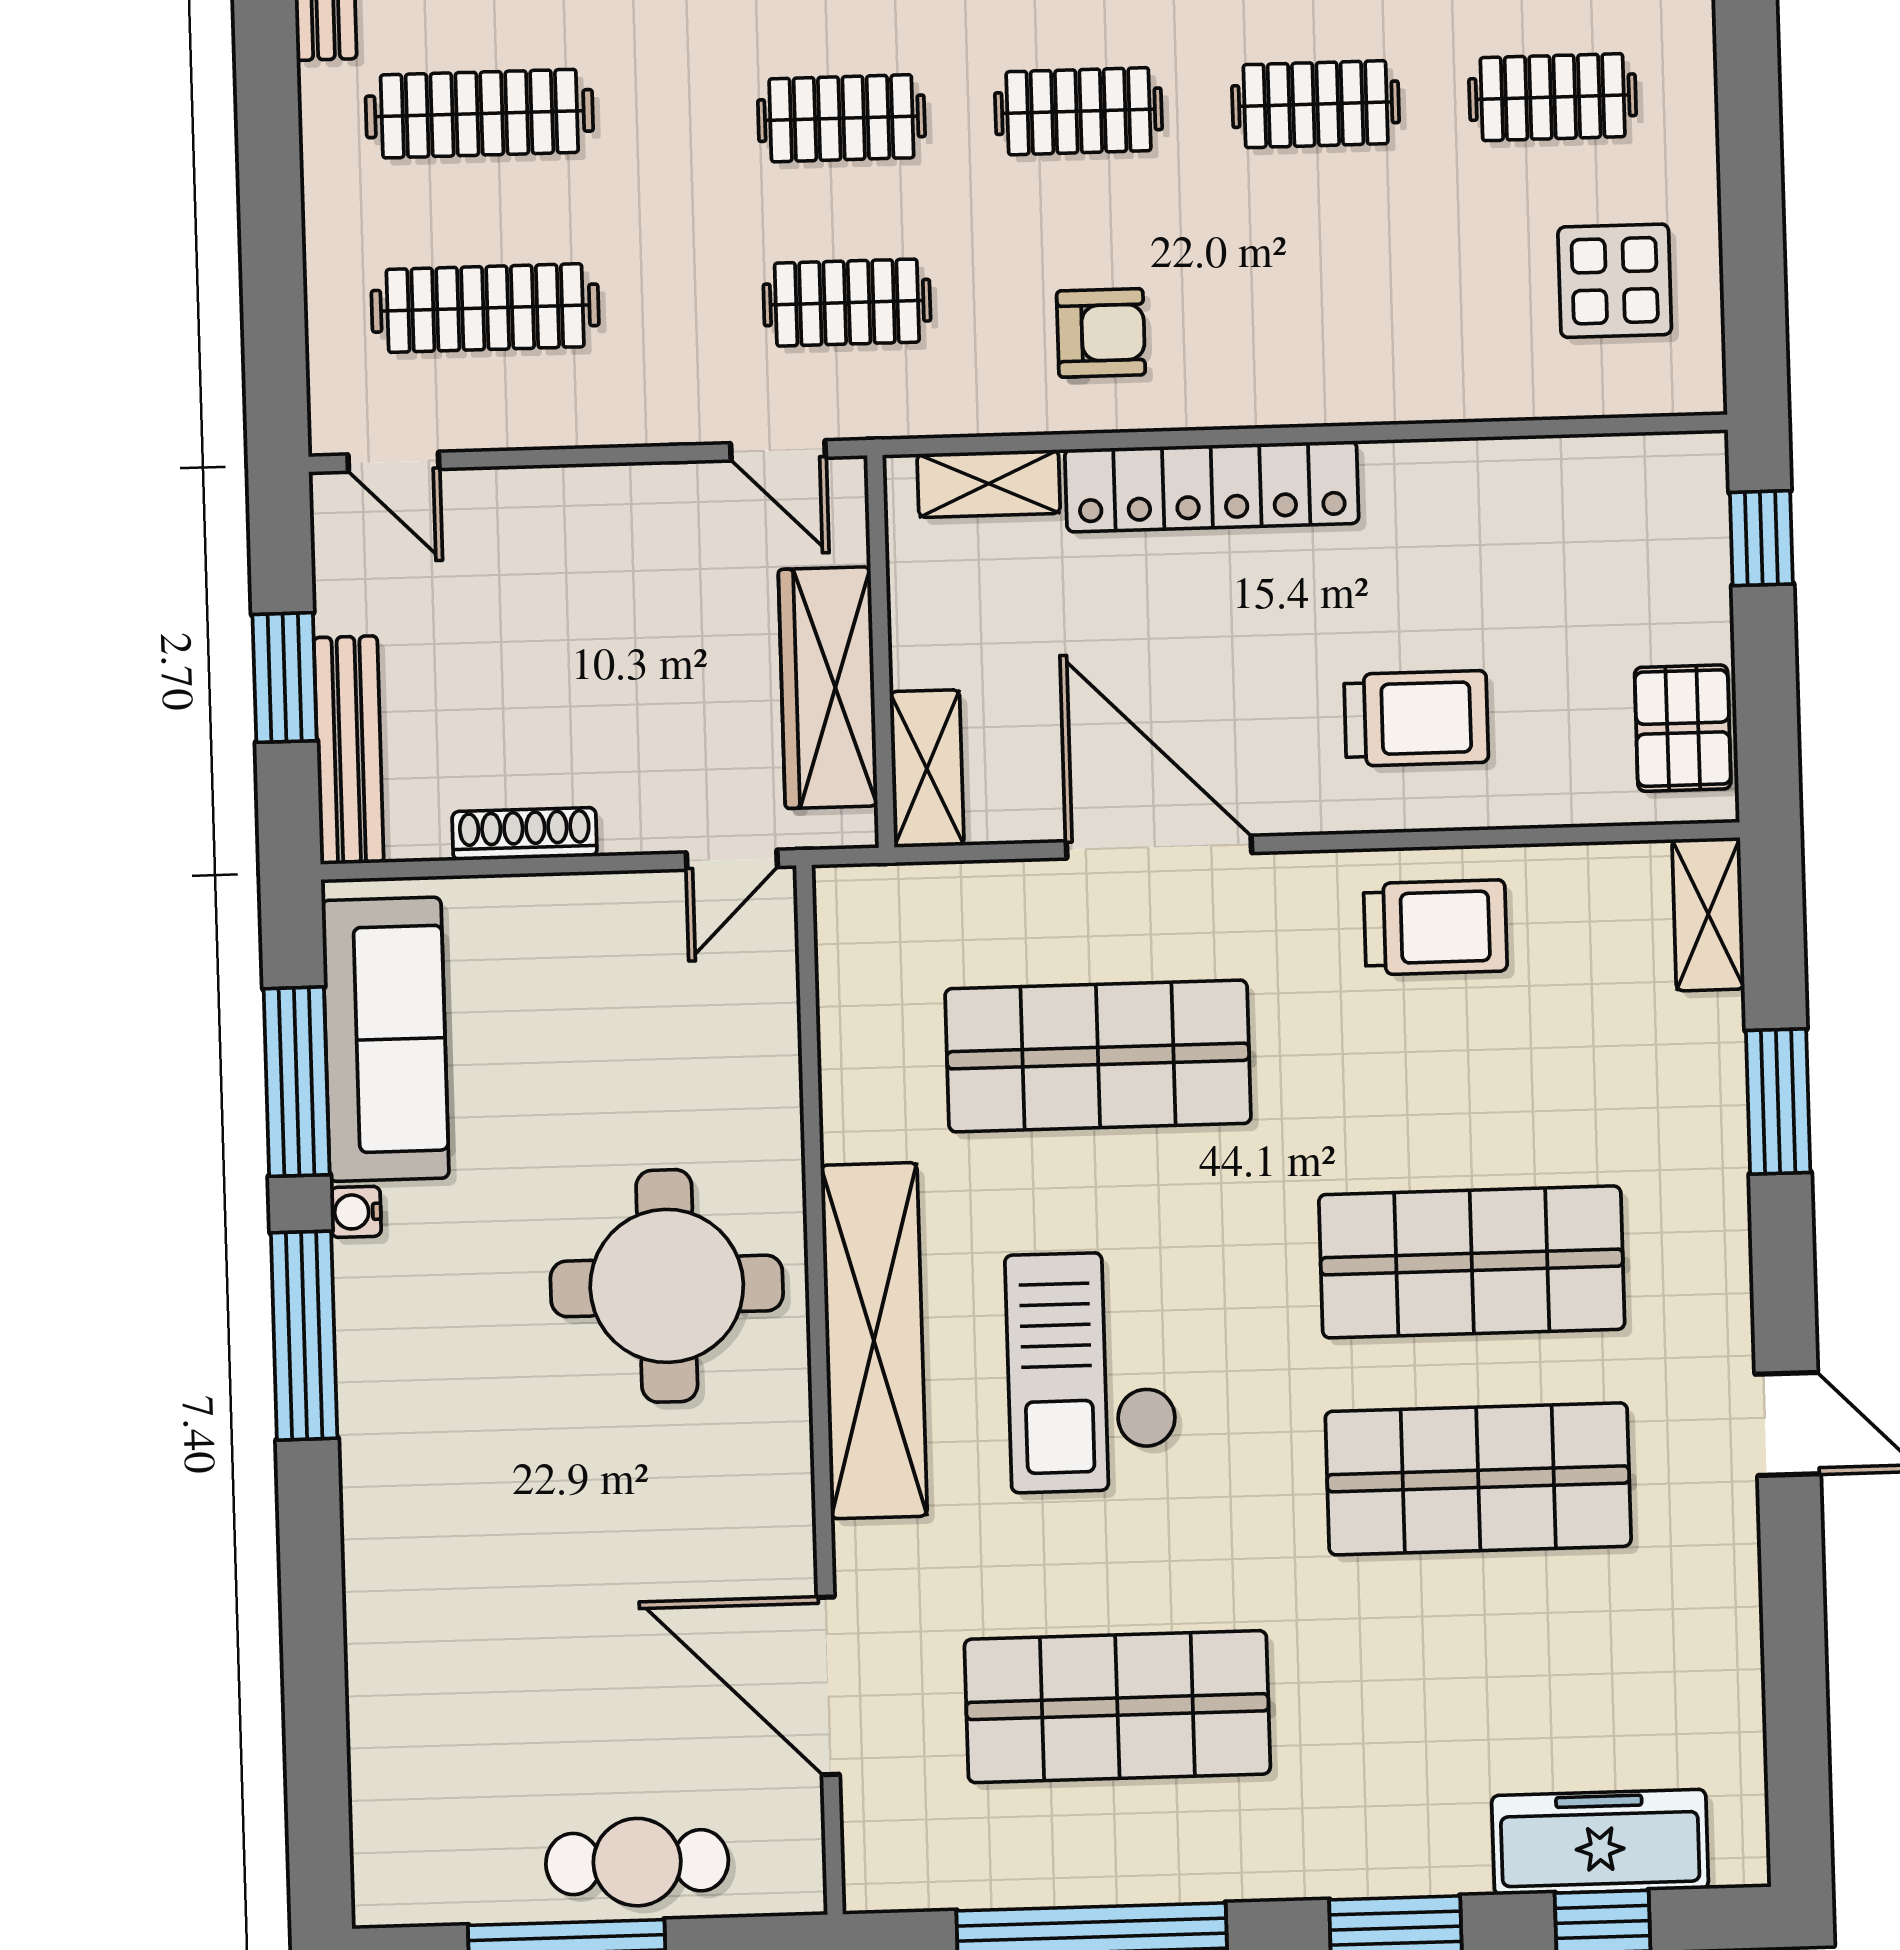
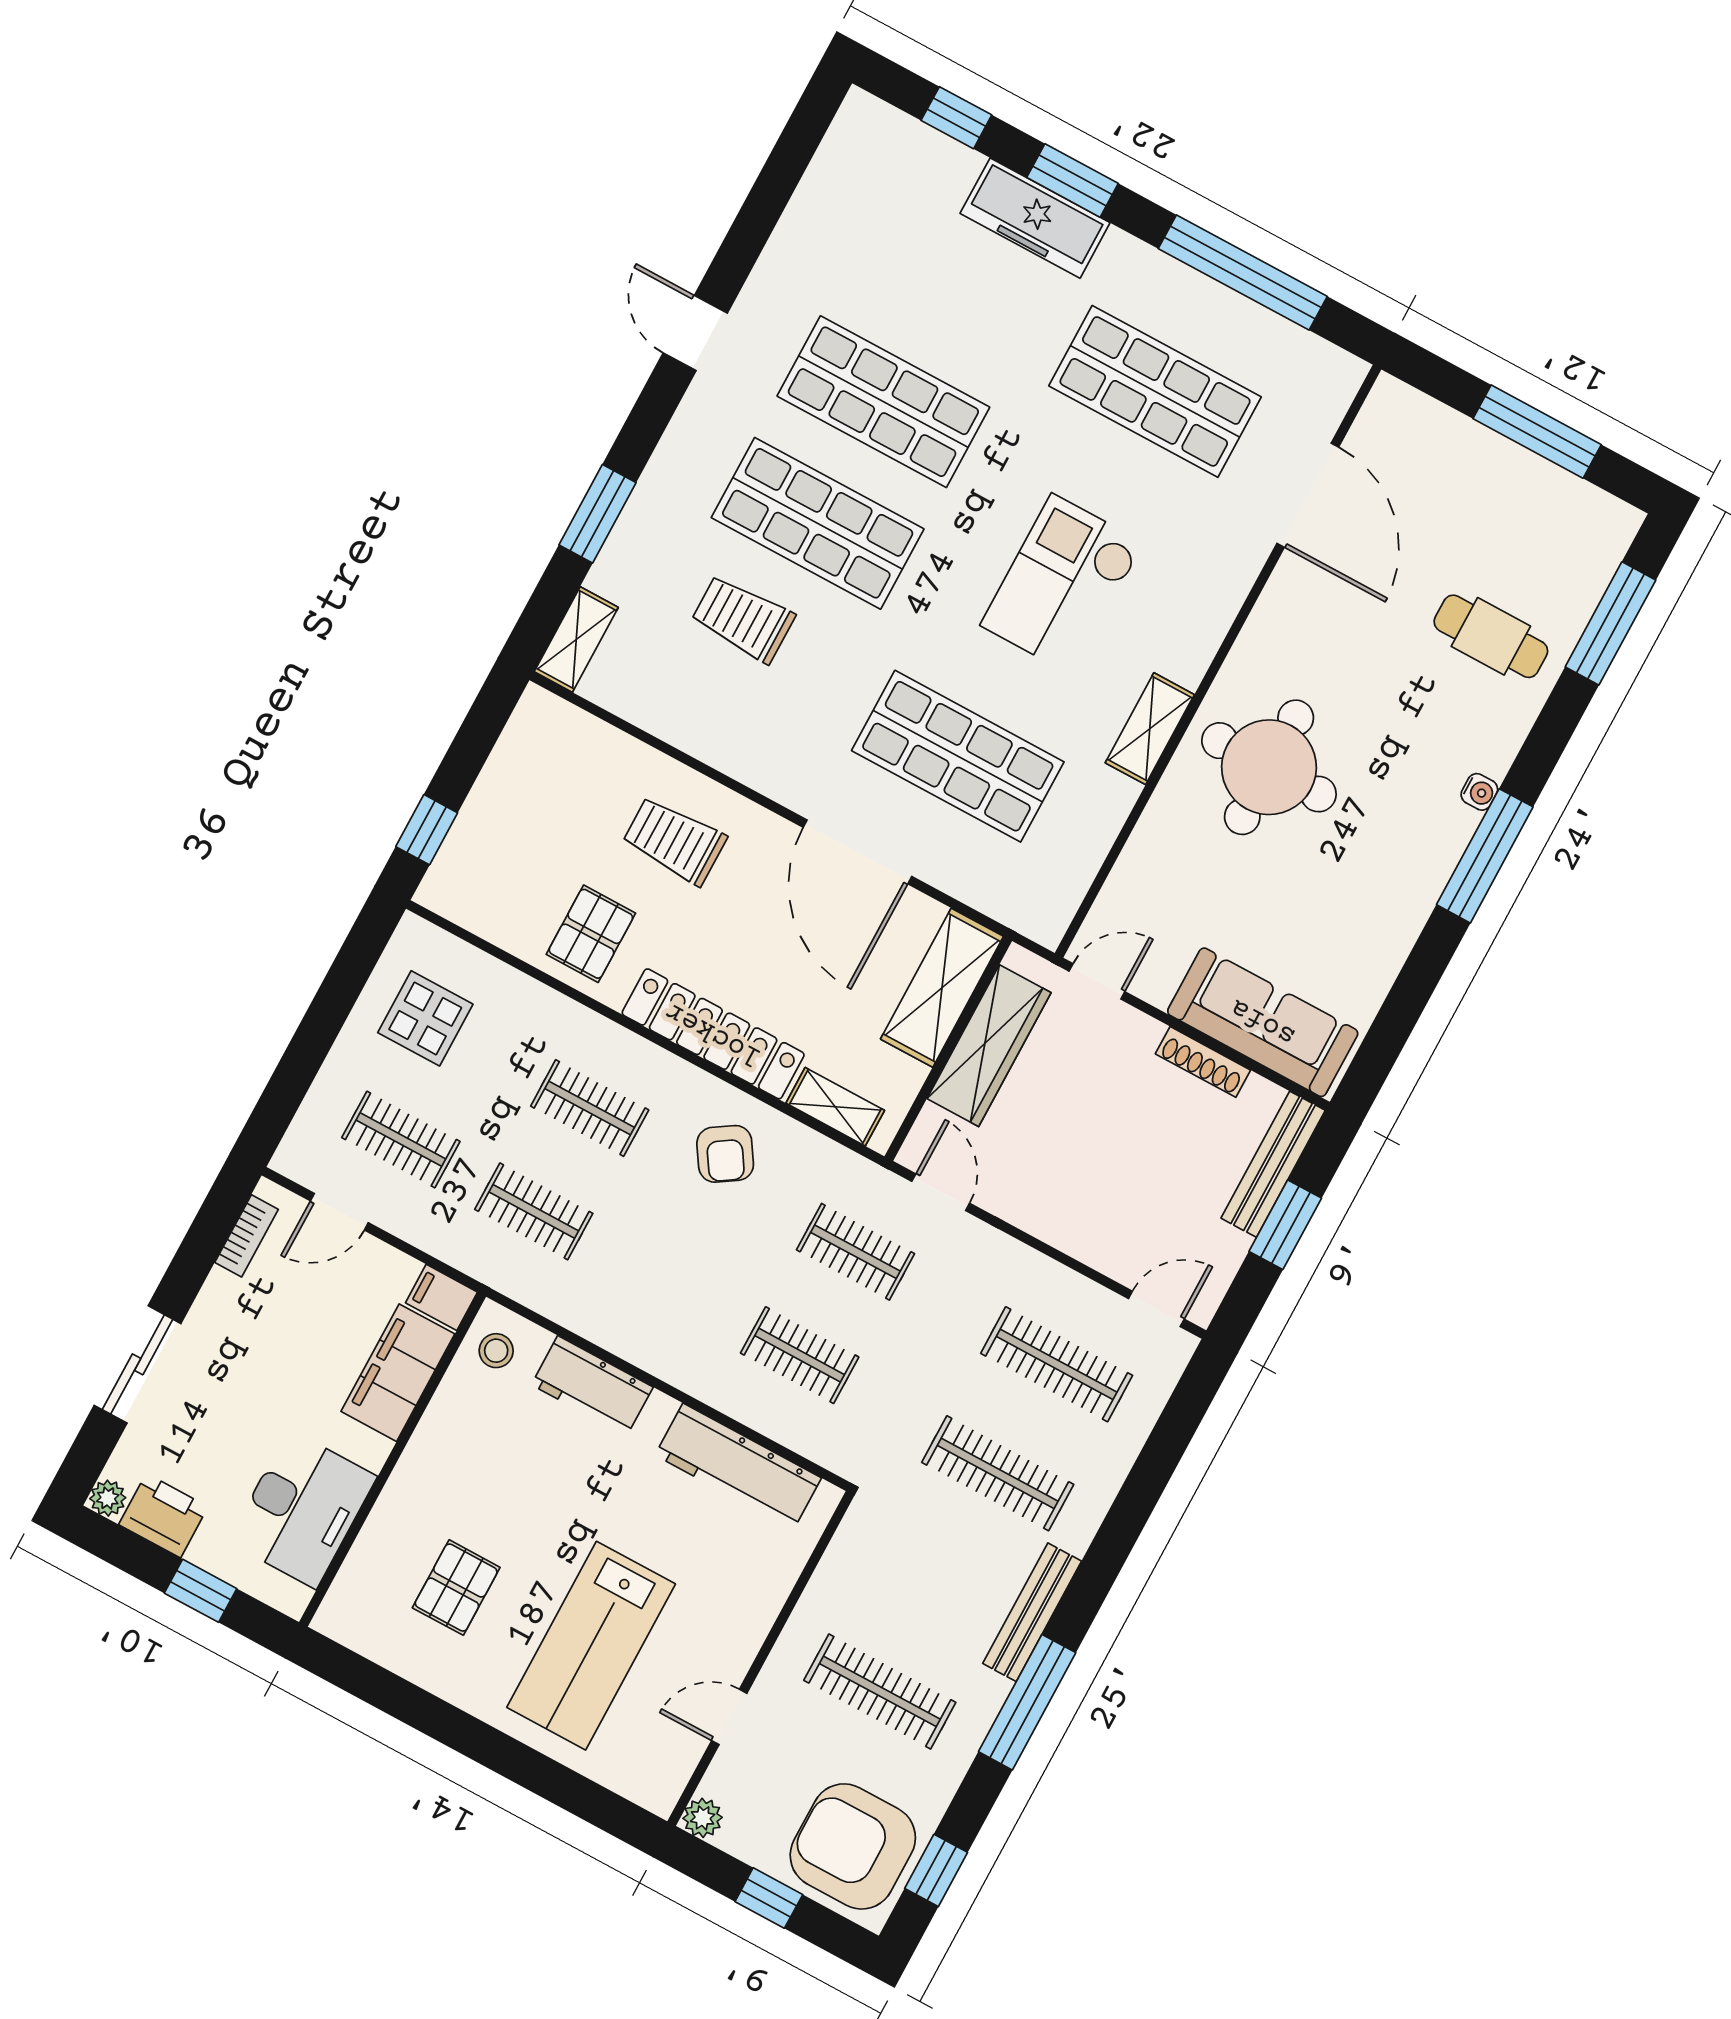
clothes rail: (1078, 111) -> (590, 1108), moved
armchair: (1101, 333) -> (725, 1154), turned -123
door: (393, 462) -> (1156, 1309), hinge flipped
pallet: (1683, 728) -> (591, 934), moved
shelving: (927, 768) -> (942, 988), width x1.50, depth x1.33
trolley: (1435, 927) -> (743, 619), moved
sofa: (385, 1039) -> (1263, 1022), moved, turned 90
window: (297, 1082) -> (1610, 623), moved
water cooler: (356, 1212) -> (1479, 792), moved
shelving: (874, 1341) -> (1150, 729), width x0.45, depth x0.75
checkout: (1092, 1372) -> (1062, 584), turned 180
freezer: (1600, 1842) -> (1035, 218), moved
cafe table: (637, 1862) -> (1491, 636), moved

